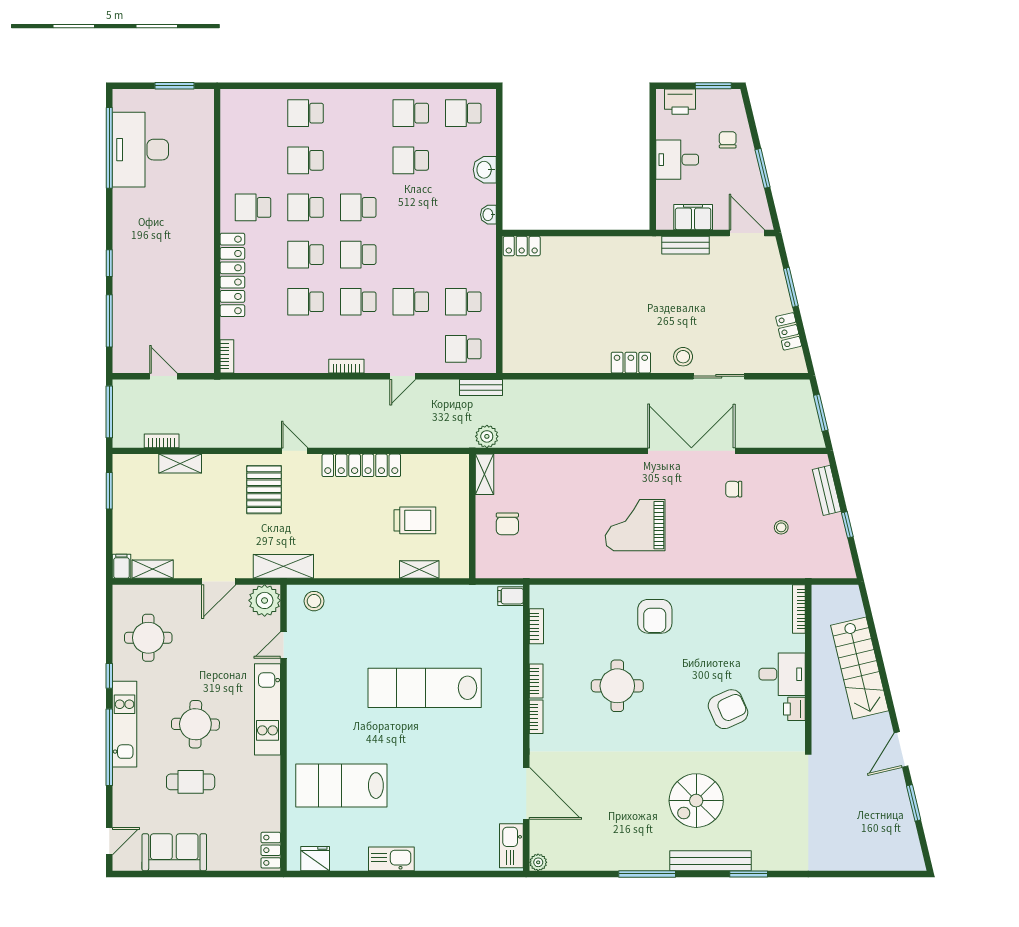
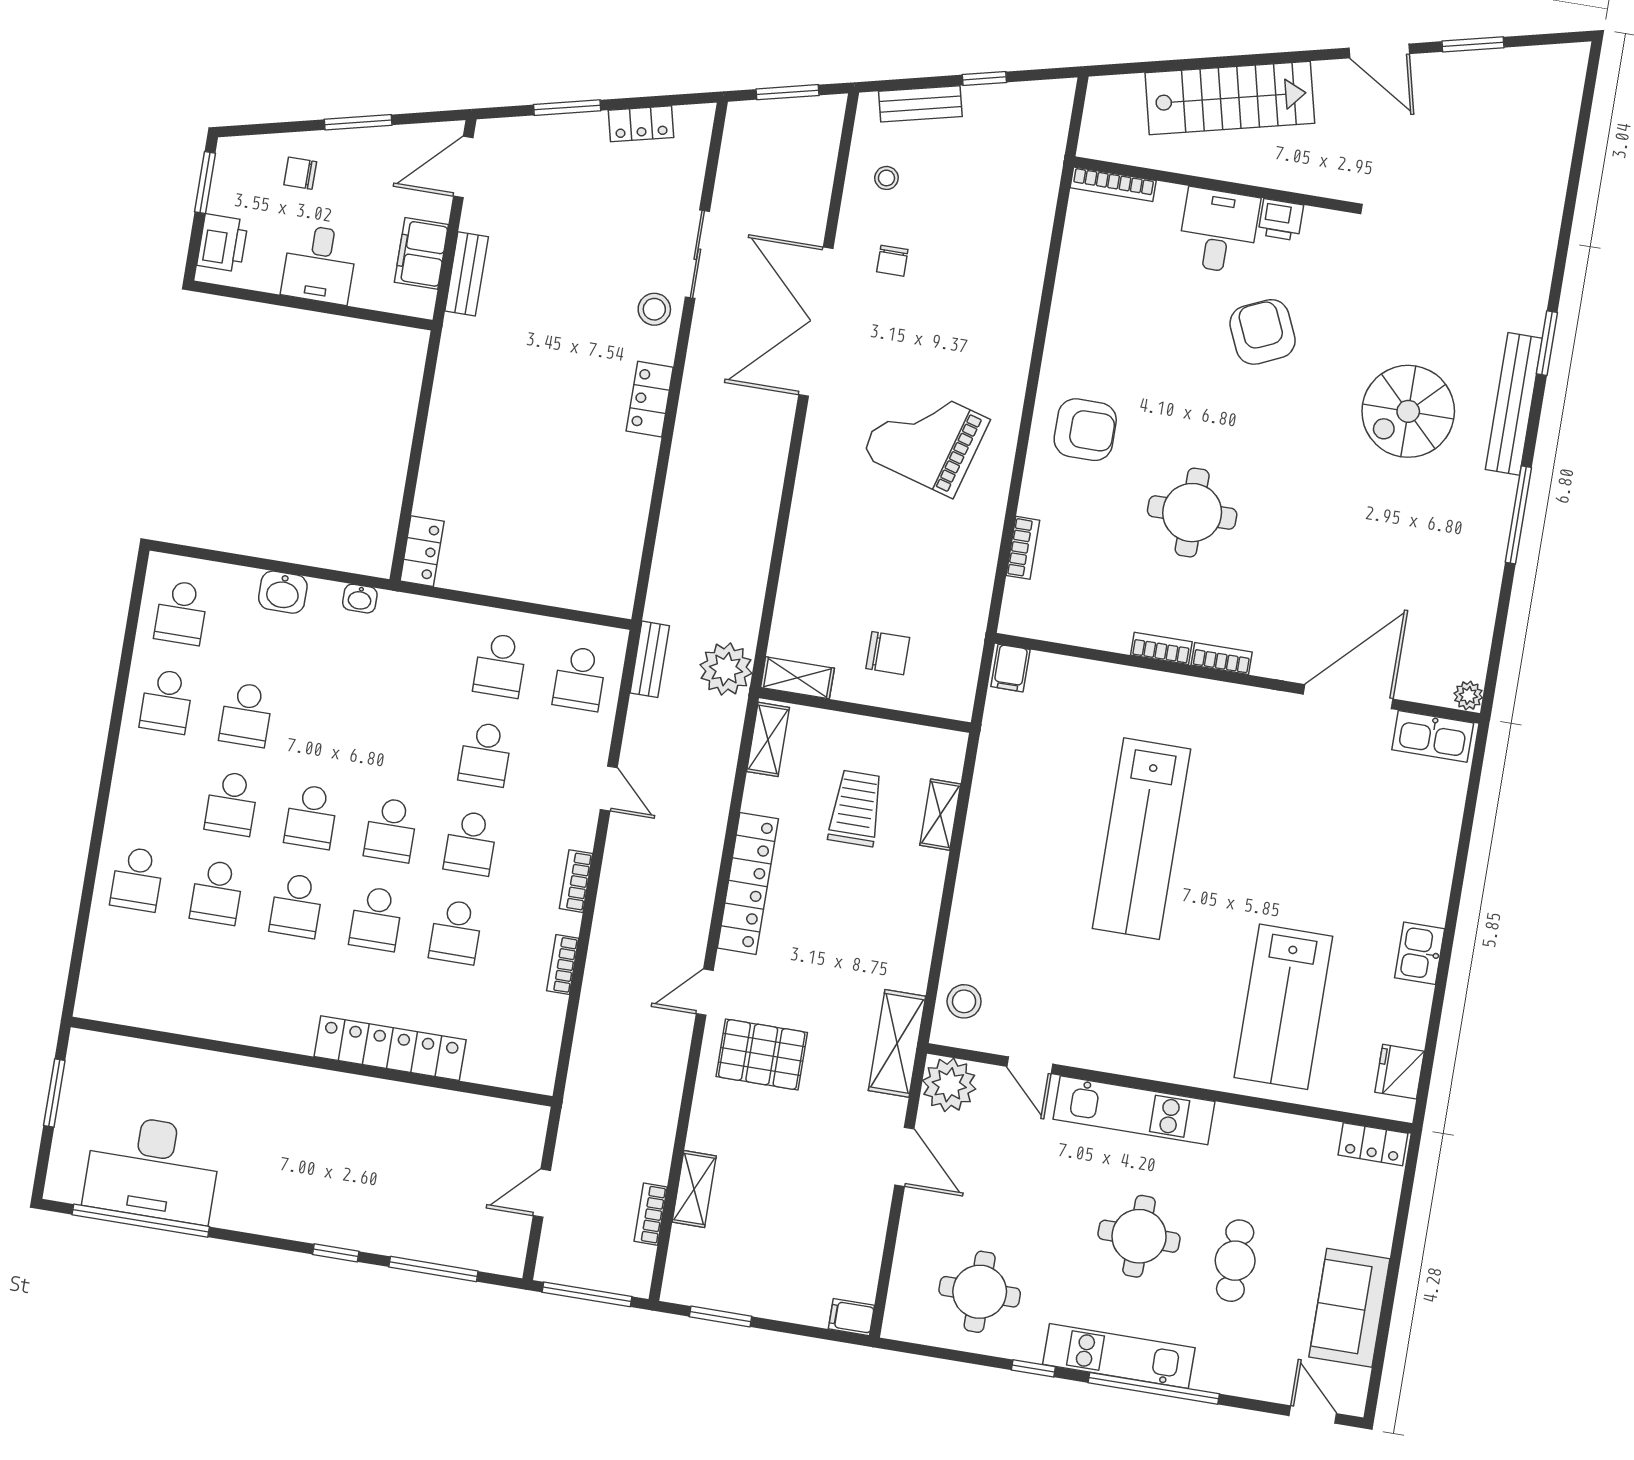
school desk: (253, 207) -> (231, 803), moved
bookcase: (227, 356) -> (563, 965), moved, turned -90
plant: (487, 436) -> (726, 669), width x1.36, depth x1.36
grand piano: (635, 525) -> (926, 437), turned 106
stool: (781, 527) -> (886, 178), moved
shelving: (153, 569) -> (768, 739), moved
bookcase: (536, 626) -> (1023, 548), moved, turned 90
spiral stairs: (696, 801) -> (1408, 411), turned 90
kitchen sink: (391, 859) -> (1420, 953), width x0.73

